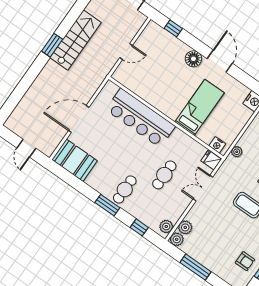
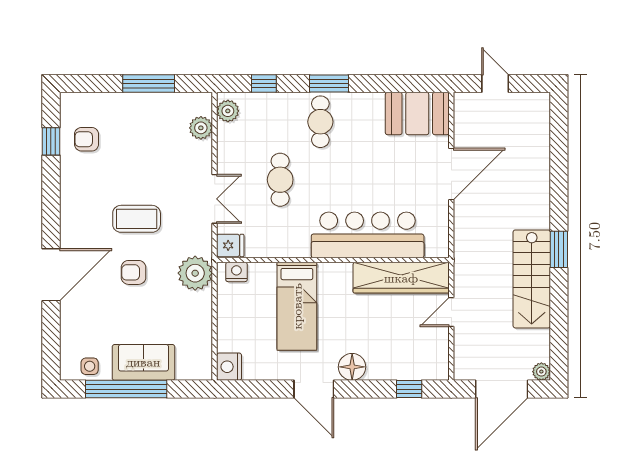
wardrobe: (139, 86) -> (401, 278), added
plant: (237, 152) -> (195, 273), width x1.88, depth x1.88
plant: (177, 239) -> (201, 103), removed

